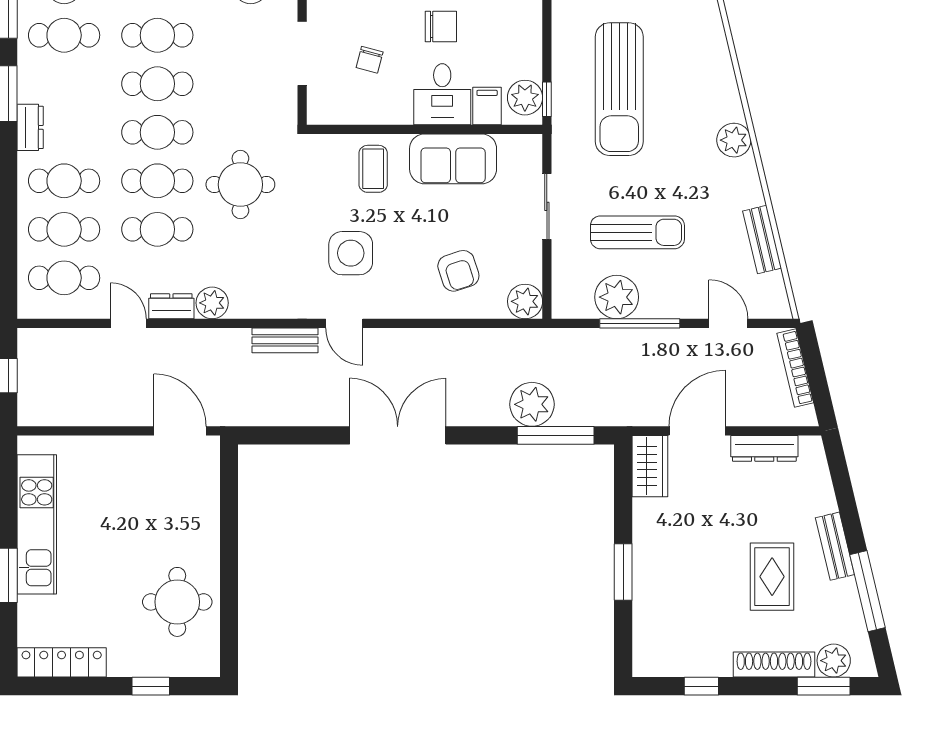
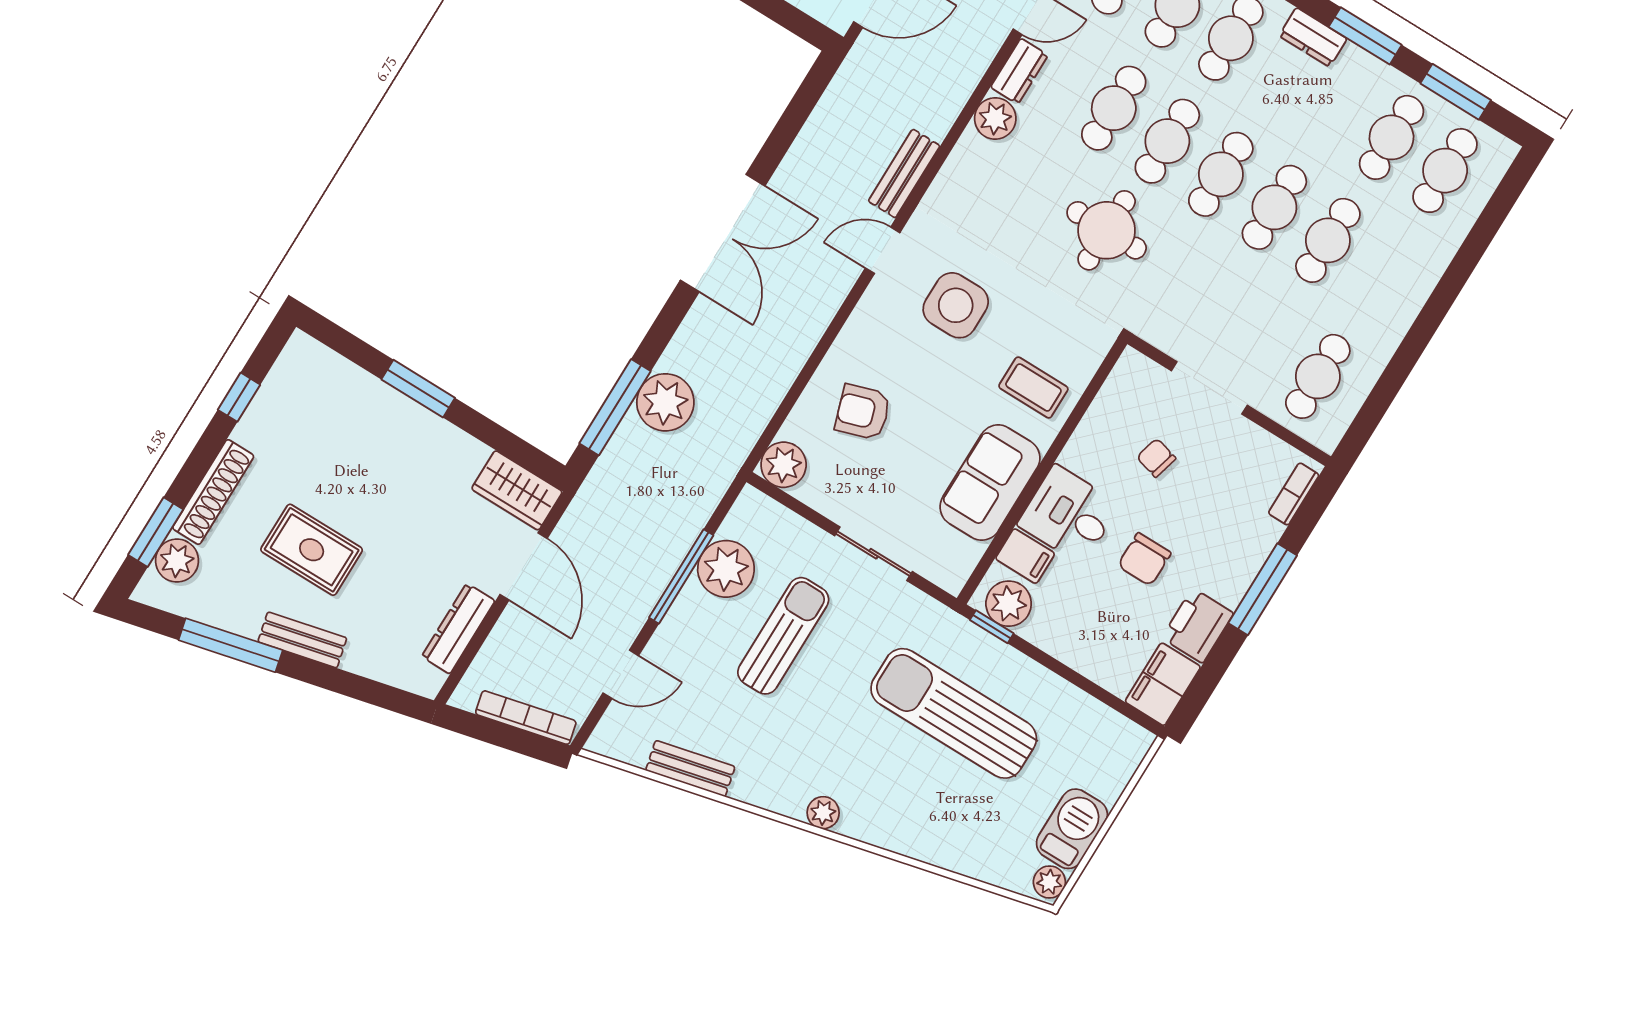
plant: (734, 140) -> (823, 813), width x0.73, depth x0.73
sun lounger: (637, 232) -> (783, 636), turned 180

